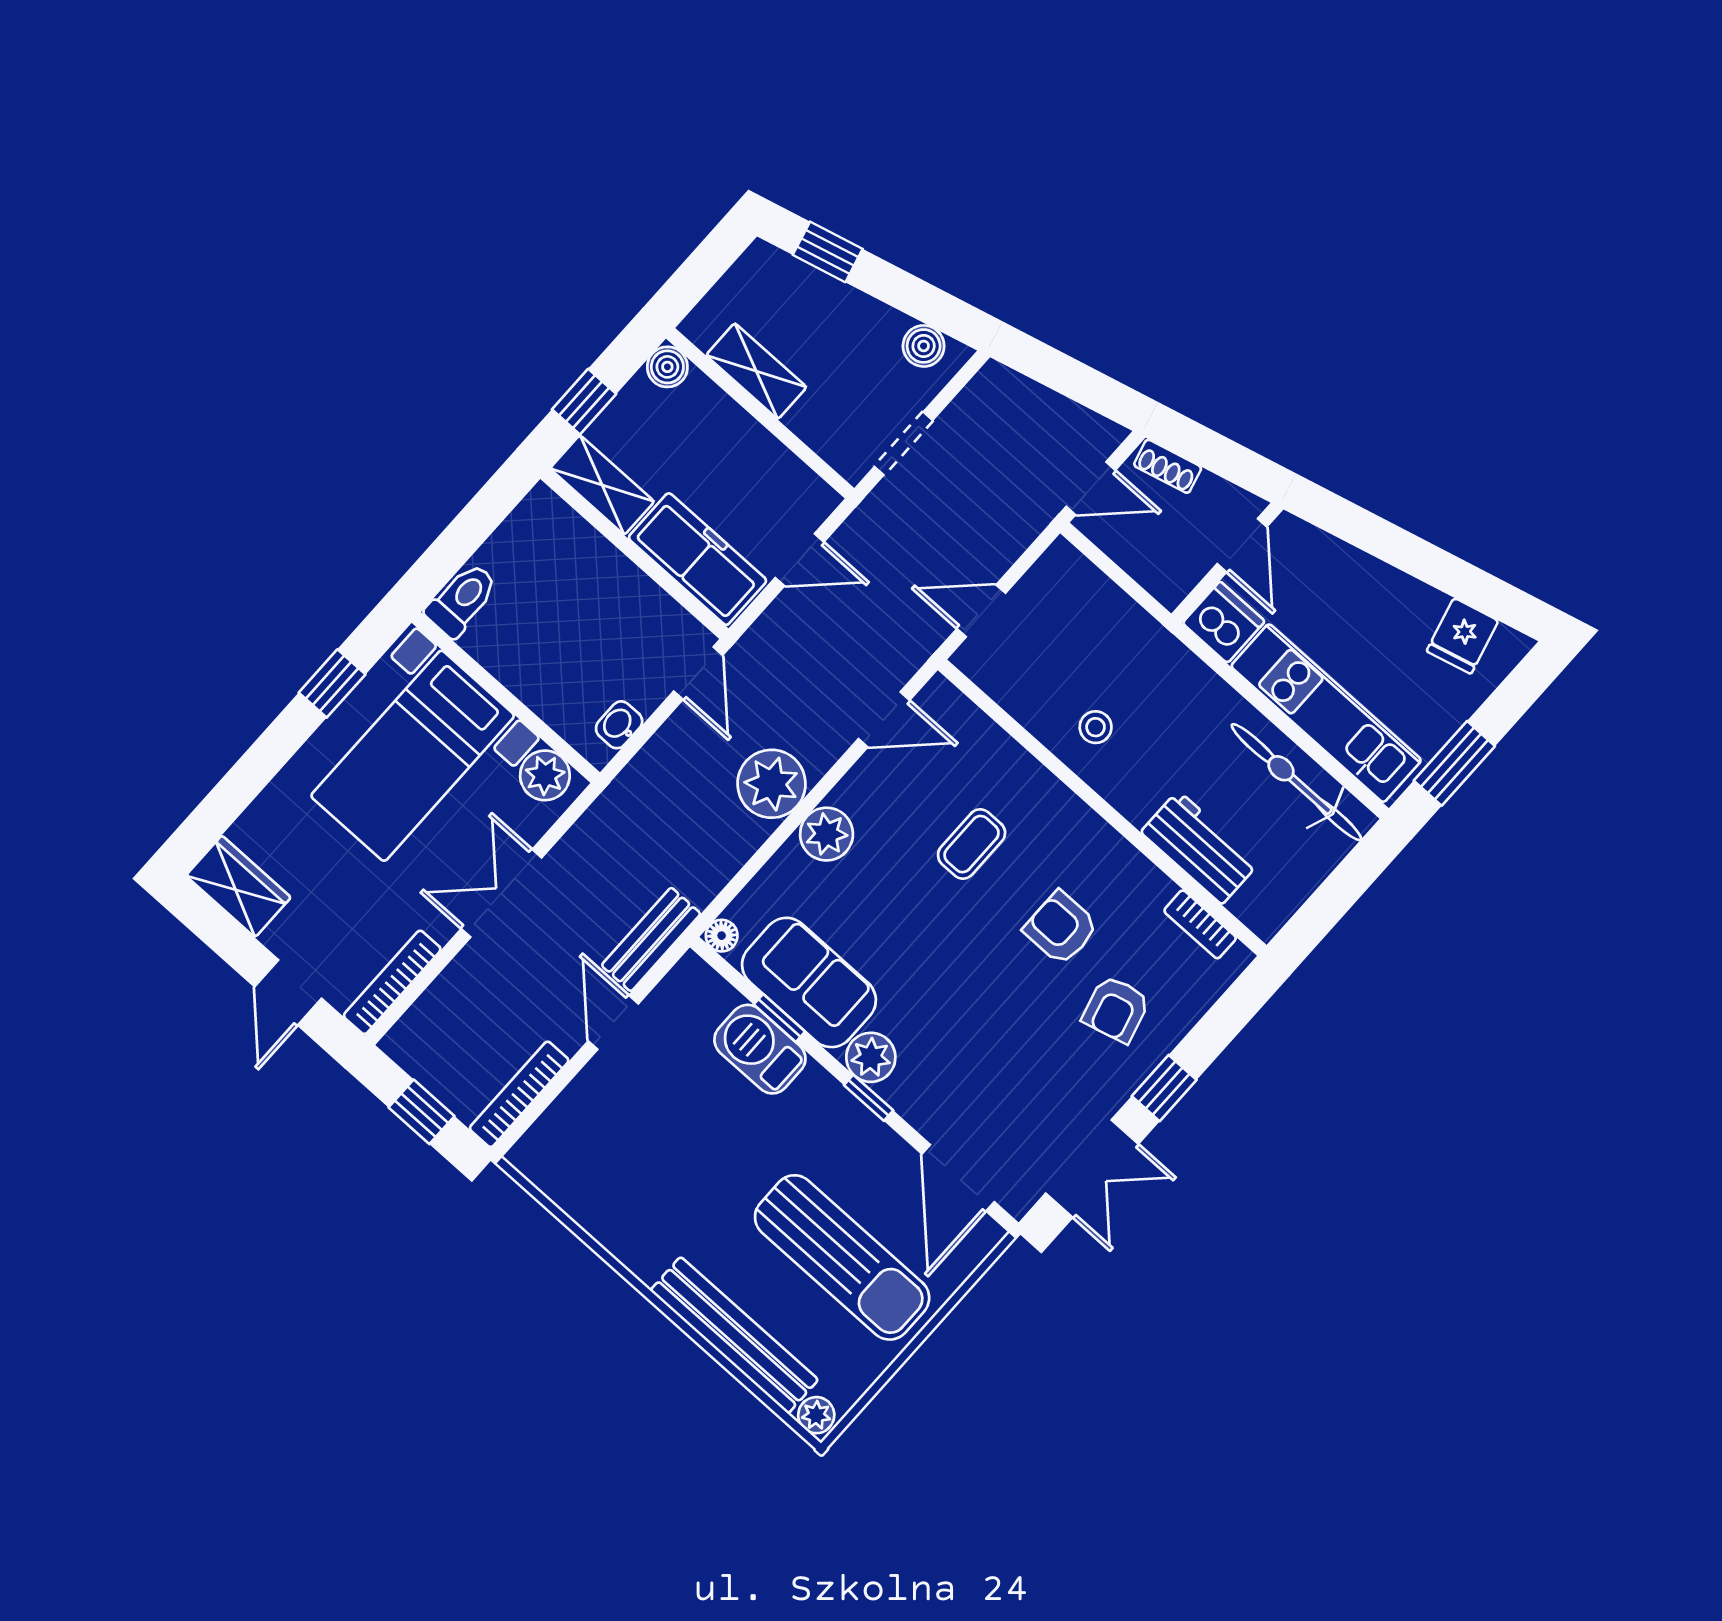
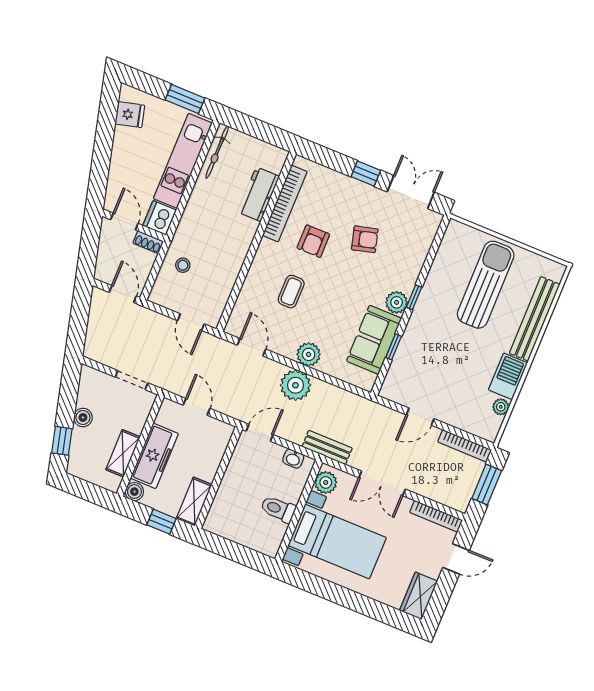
boiler: (924, 346) -> (83, 418), moved
shoe rack: (1168, 466) -> (148, 242), moved, turned 104
door: (1242, 545) -> (124, 222), hinge flipped
freezer: (697, 559) -> (154, 456), moved, turned 180
toilet: (462, 600) -> (278, 509), moved
window: (332, 683) -> (319, 586), removed
stool: (1096, 727) -> (183, 265), moved
bicycle: (1296, 782) -> (217, 152), width x0.73, depth x0.71
coffee table: (972, 844) -> (291, 292), turned 90
bookcase: (1200, 924) -> (285, 204), width x2.31, depth x1.31
floor lamp: (722, 936) -> (367, 384), removed
bench: (651, 939) -> (327, 447), moved
armchair: (1116, 1009) -> (365, 239), moved
barbecue: (760, 1049) -> (508, 376), moved, turned 180
window: (422, 1112) -> (487, 485), width x1.50
door: (958, 1178) -> (435, 247), removed
plant: (816, 1415) -> (501, 407), moved

